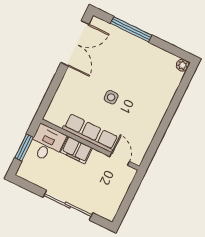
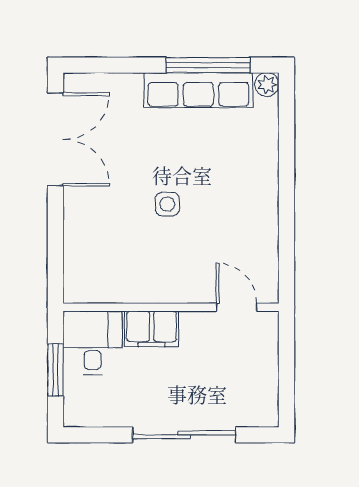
window: (131, 29) -> (208, 65), moved
row of seats: (90, 133) -> (198, 90), moved, turned 180

